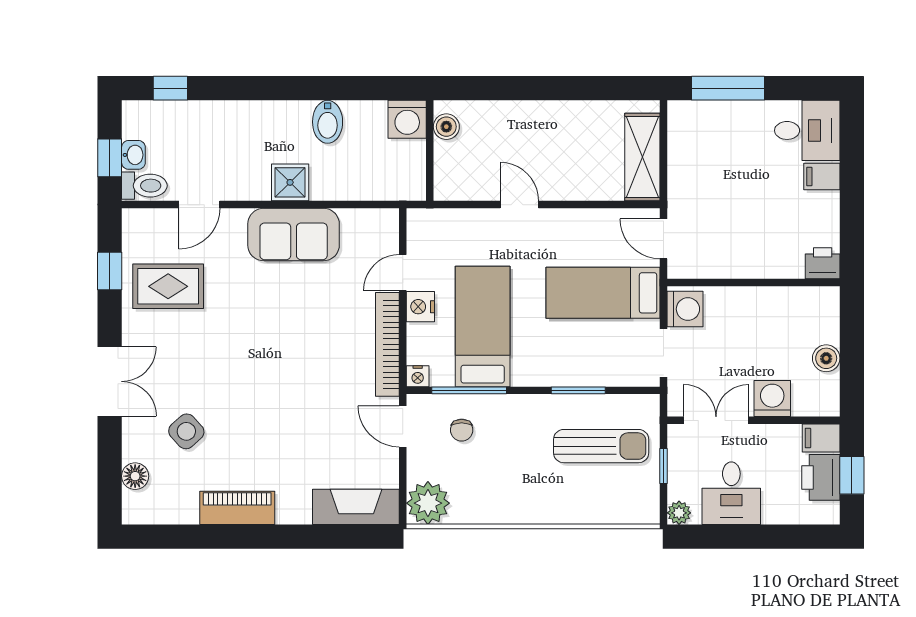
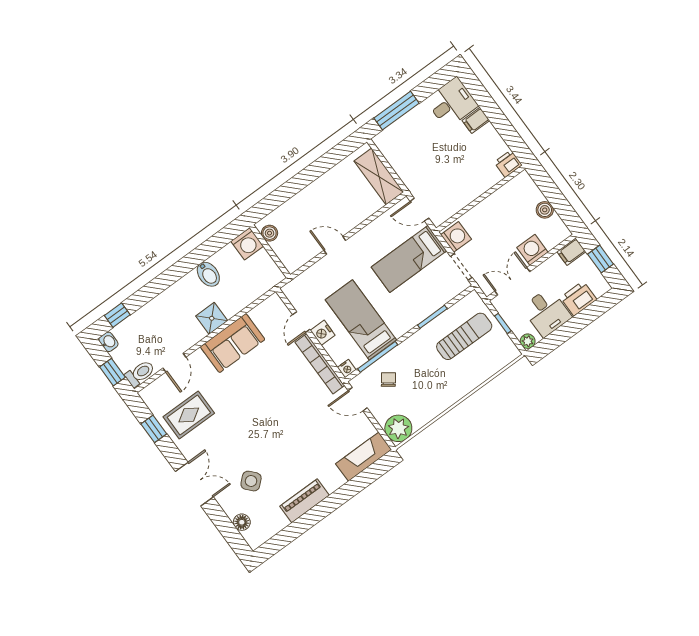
washbasin: (133, 155) -> (108, 342), moved
chair: (462, 430) -> (388, 379), turned -143
printer: (821, 477) -> (579, 298), moved, turned 90

